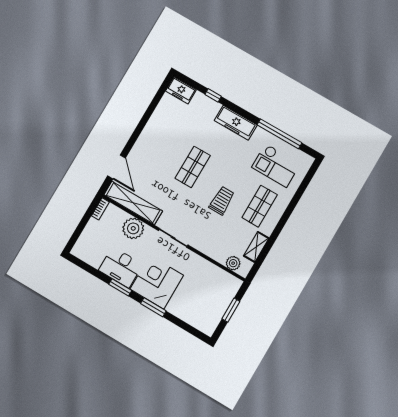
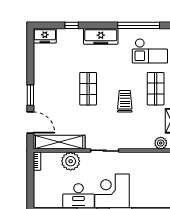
window: (132, 140) -> (30, 95), added

